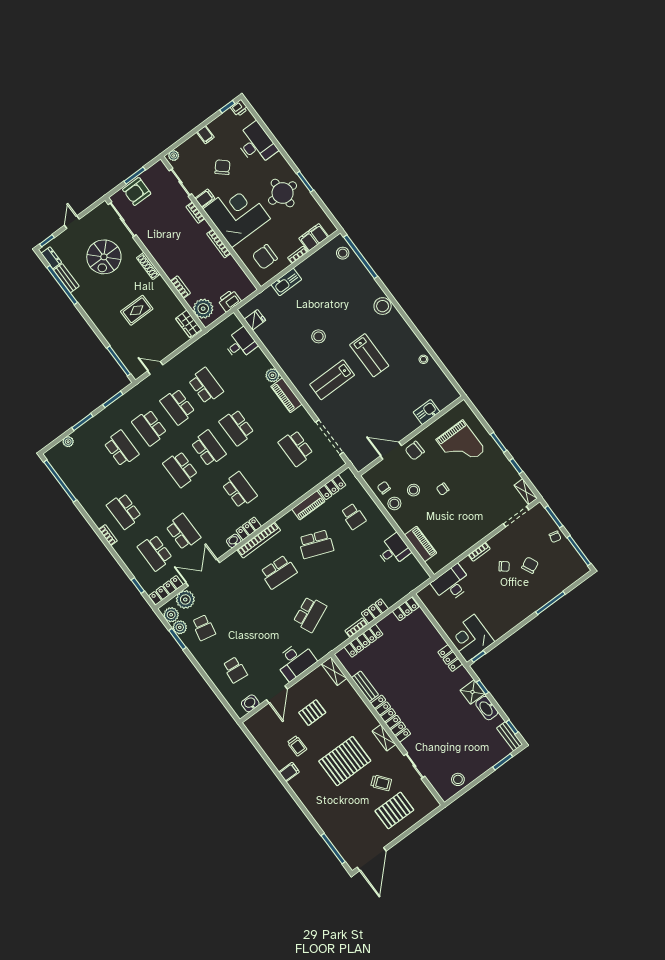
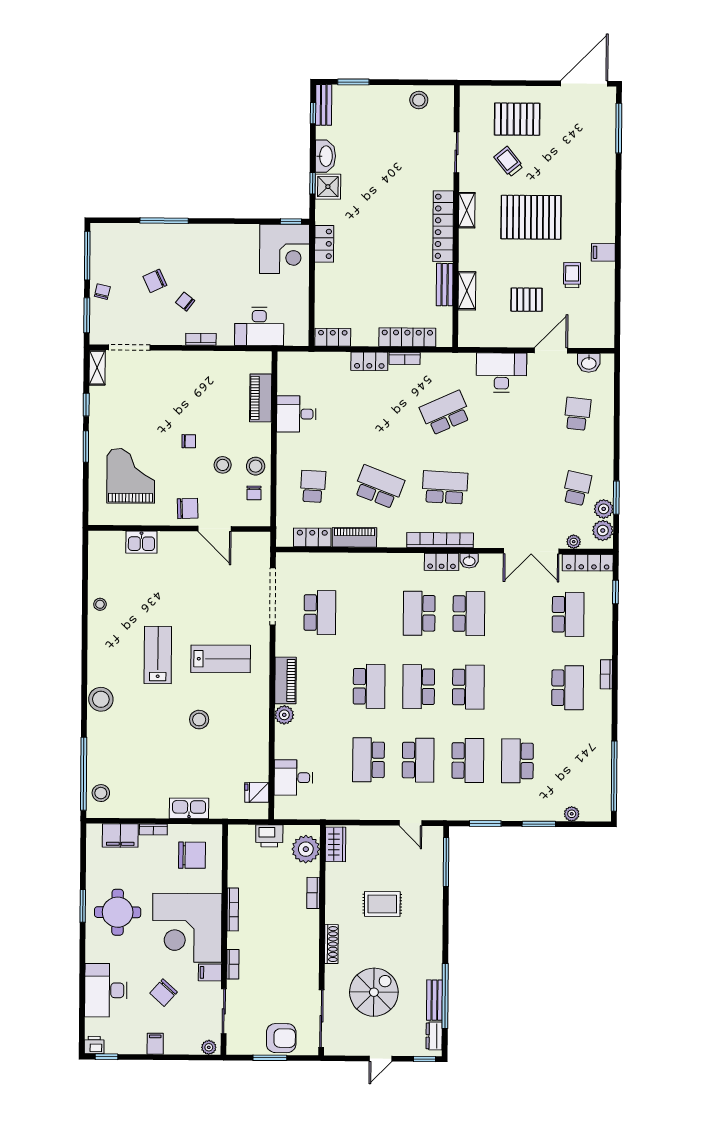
school desk: (183, 532) -> (469, 614), moved, turned 180
plant: (185, 599) -> (574, 542), width x0.53, depth x0.53
shelving: (334, 671) -> (467, 291), moved

